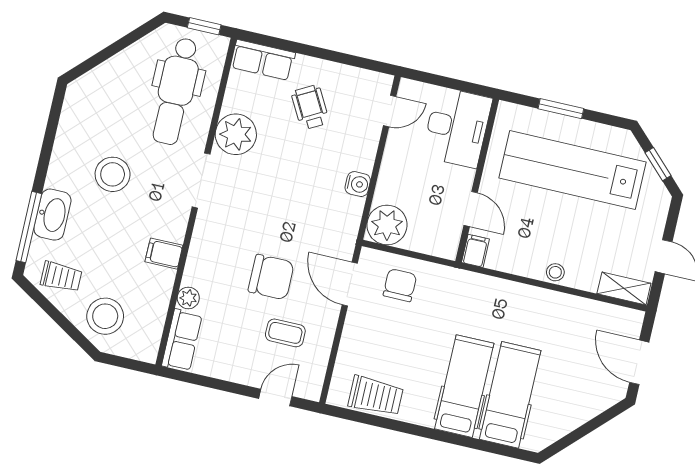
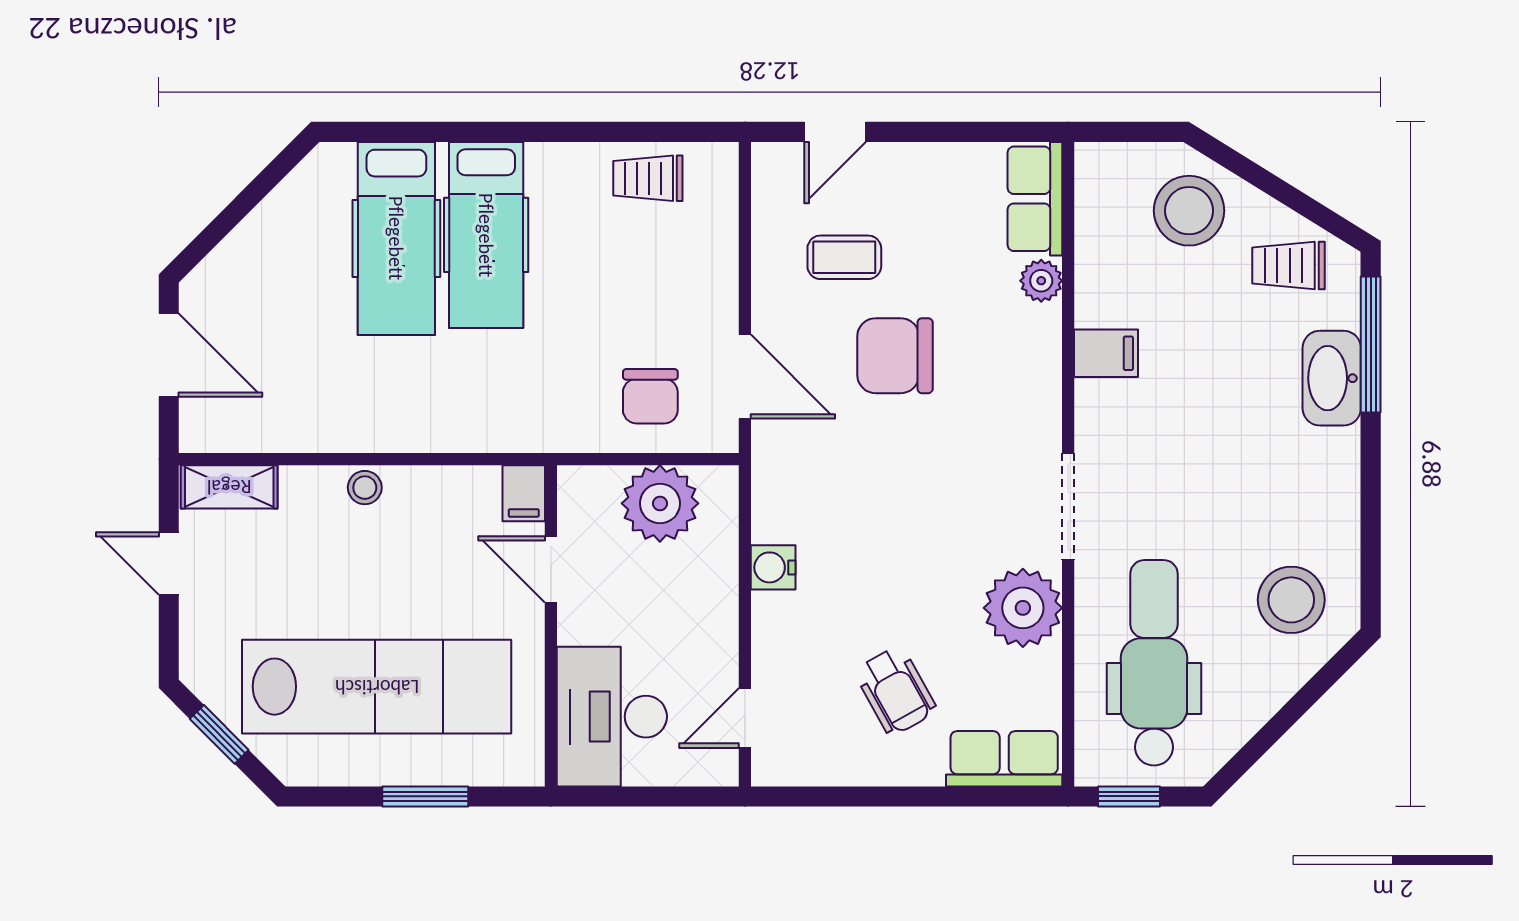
stool: (113, 174) -> (1291, 600), moved
plant: (387, 225) -> (660, 503), moved
trolley: (376, 396) -> (648, 178), width x0.73, depth x0.72

